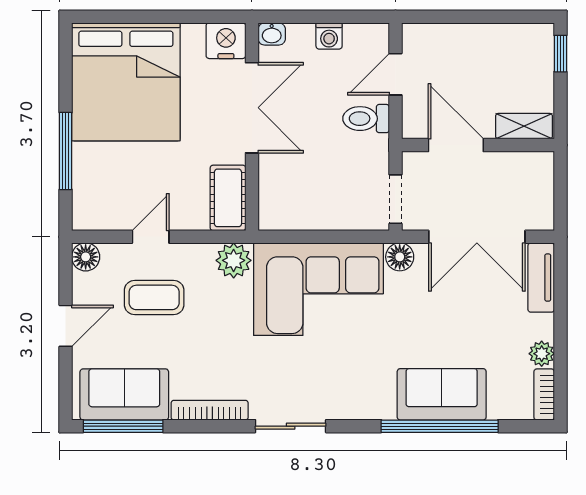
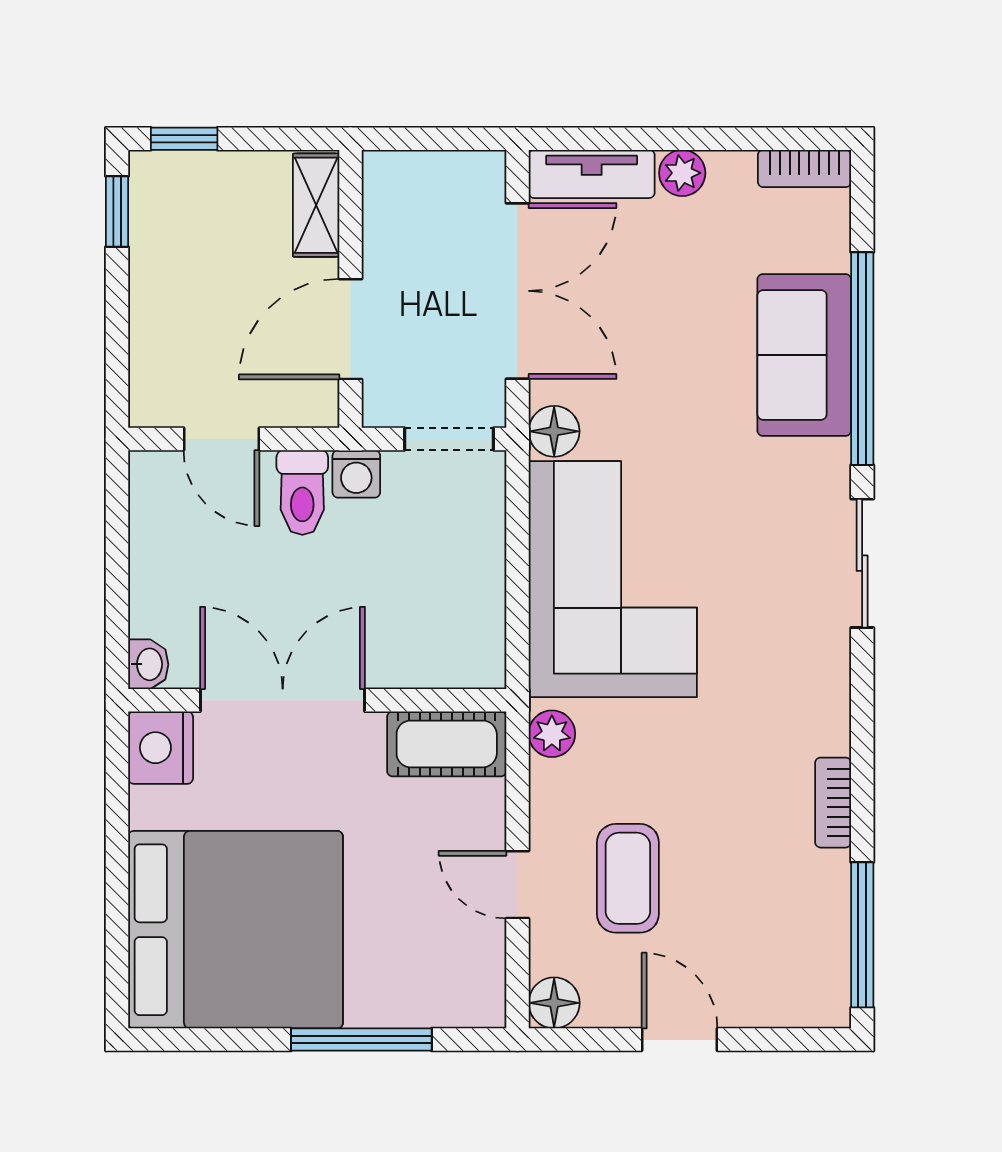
window: (520, 17) -> (117, 212), added
washing machine: (329, 36) -> (356, 474), moved, turned 90
plant: (234, 260) -> (552, 734), width x0.73, depth x0.73
plant: (542, 354) -> (682, 173), moved
sofa: (124, 394) -> (804, 933), removed
bookcase: (210, 410) -> (833, 803), width x0.64
sliding door: (291, 426) -> (862, 563), moved

